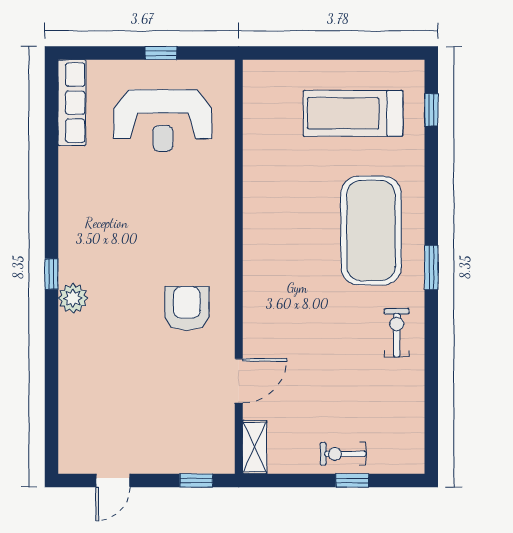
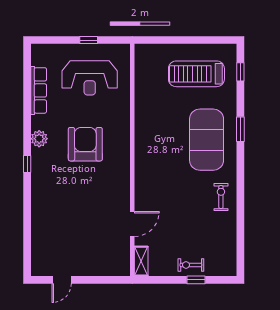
row of seats: (72, 103) -> (39, 90), moved
window: (431, 267) -> (240, 129), moved
plant: (73, 298) -> (39, 139), moved
armchair: (187, 308) -> (85, 144), moved, width x1.36, depth x1.36
window: (196, 480) -> (108, 280), removed

